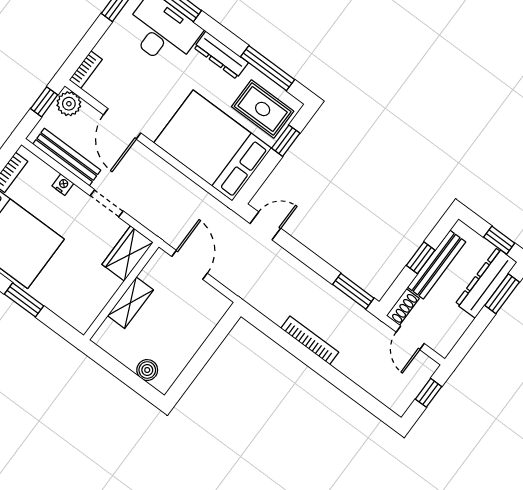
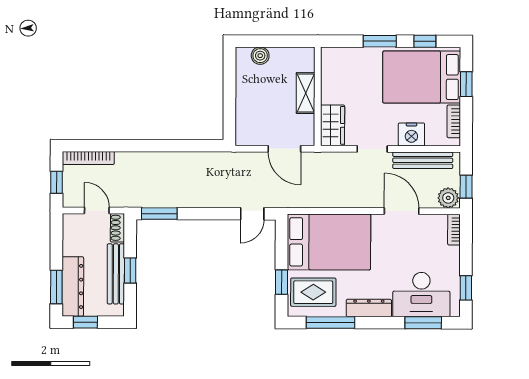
nightstand: (63, 185) -> (411, 134), width x1.89, depth x1.79
bookcase: (310, 340) -> (88, 158), moved

